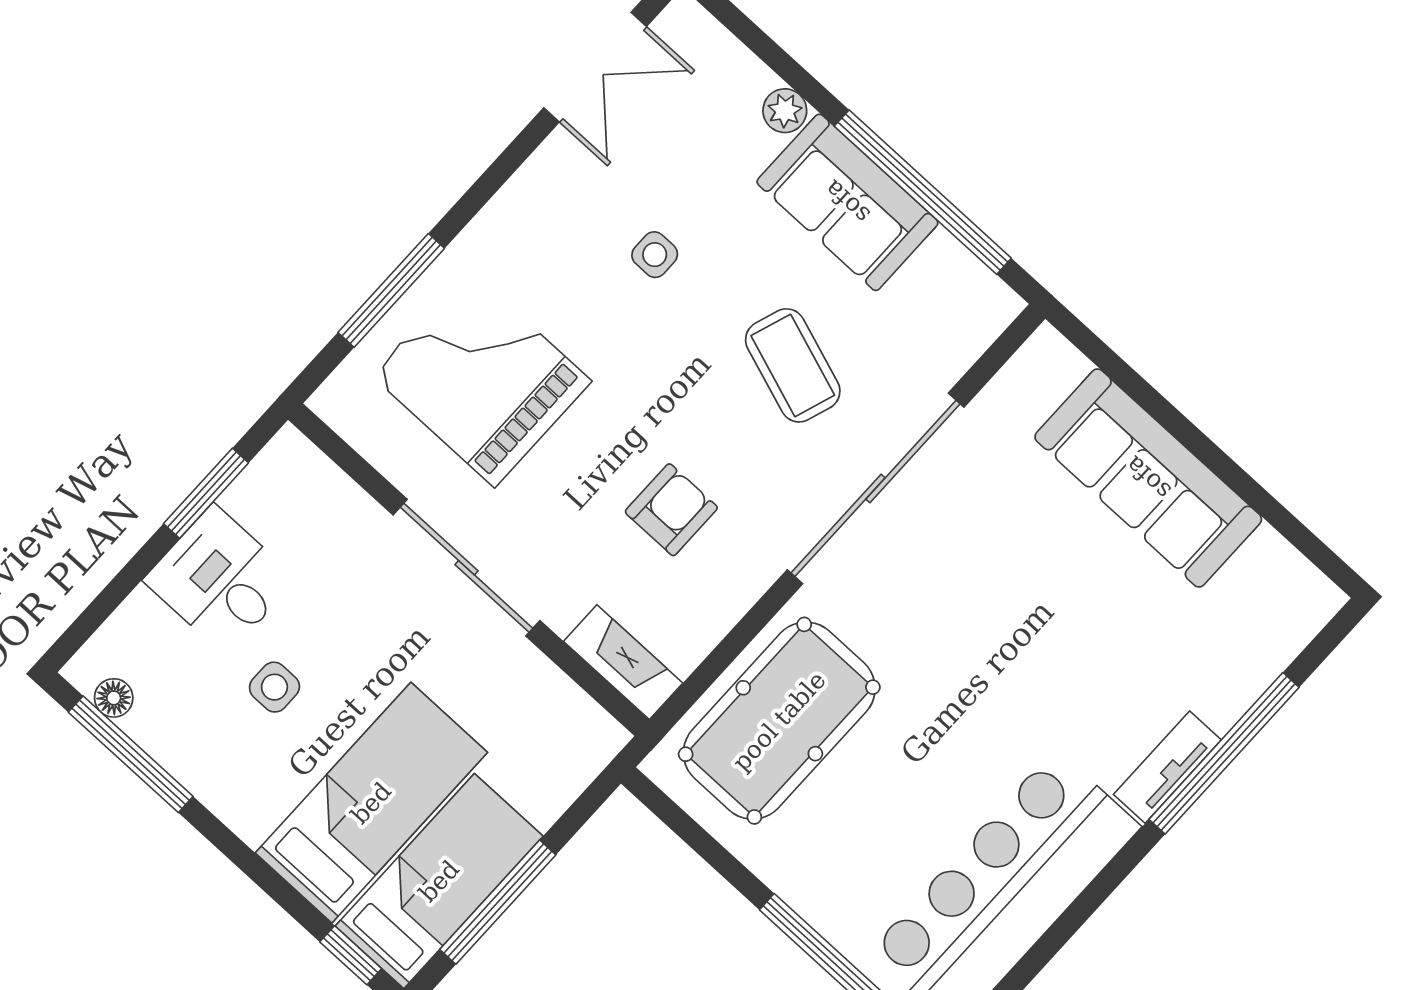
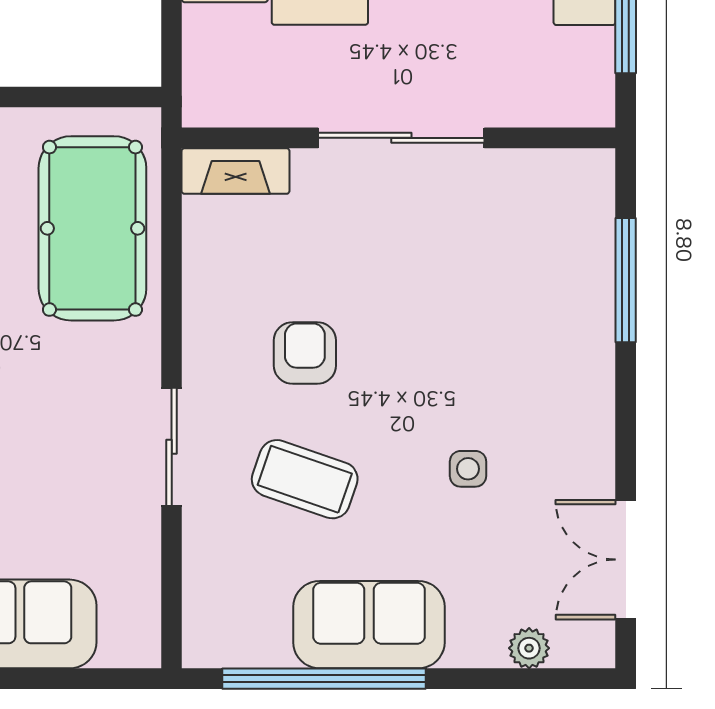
plant: (785, 111) -> (529, 648), moved
grand piano: (482, 378) -> (509, 276), removed
sliding door: (876, 488) -> (172, 447), width x0.54
armchair: (671, 510) -> (305, 353), moved, turned 180

